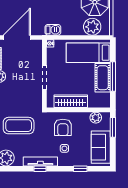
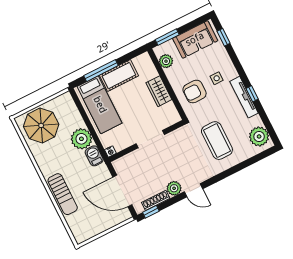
plant: (92, 27) -> (81, 139), moved
window: (113, 76) -> (101, 71), moved
wardrobe: (71, 101) -> (159, 91), width x0.67
armchair: (63, 127) -> (195, 91), turned 180
window: (80, 169) -> (224, 37), moved

